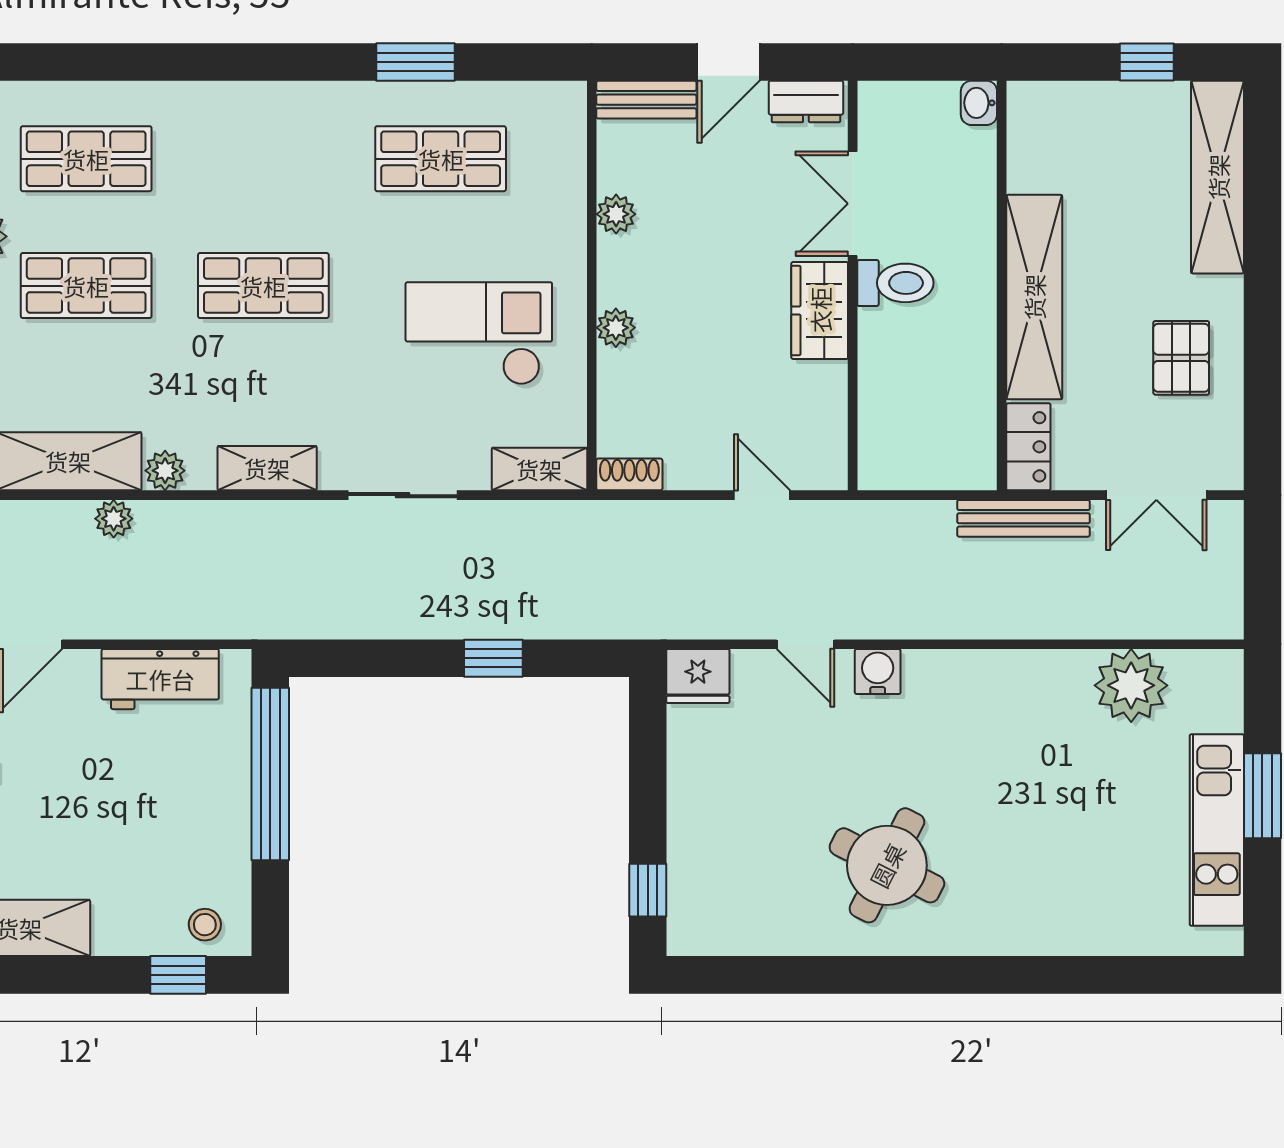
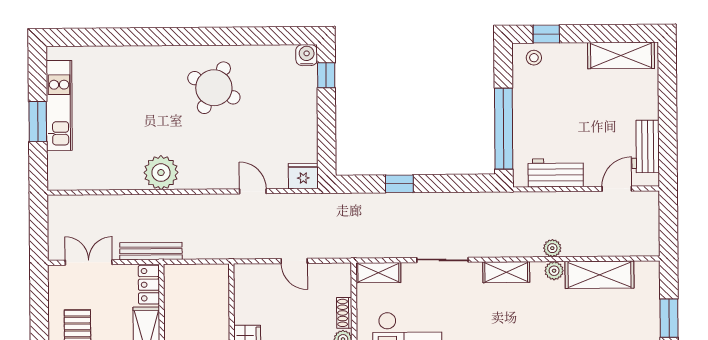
shoe rack: (629, 474) -> (344, 313), moved, turned 90
door: (762, 495) -> (294, 261), moved
plant: (114, 519) -> (552, 248), moved
water cooler: (878, 672) -> (307, 55), moved, turned 180
plant: (1131, 685) -> (161, 173), moved

